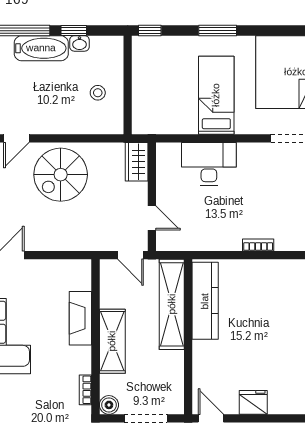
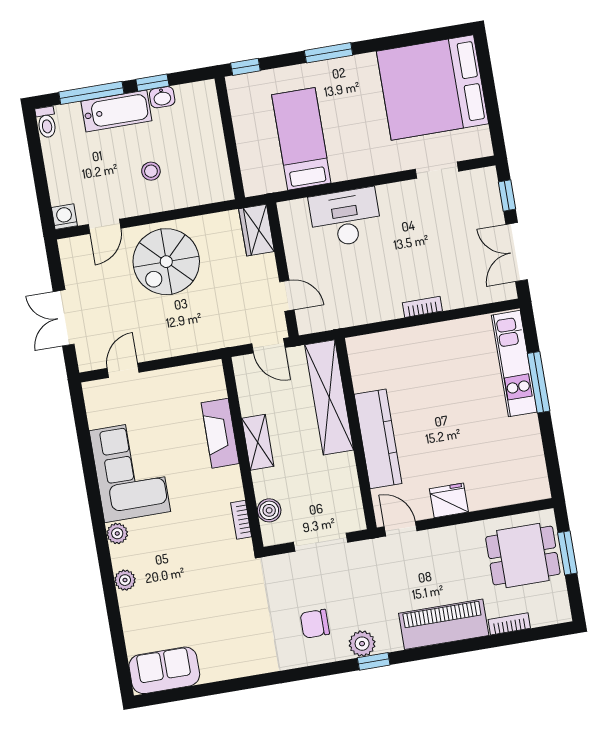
stool: (98, 93) -> (151, 171), moved
bed: (216, 95) -> (301, 139), moved
kitchen counter: (205, 301) -> (378, 439), moved
shelving: (112, 341) -> (258, 442), width x0.67, depth x0.75
boiler: (109, 405) -> (269, 510), moved

